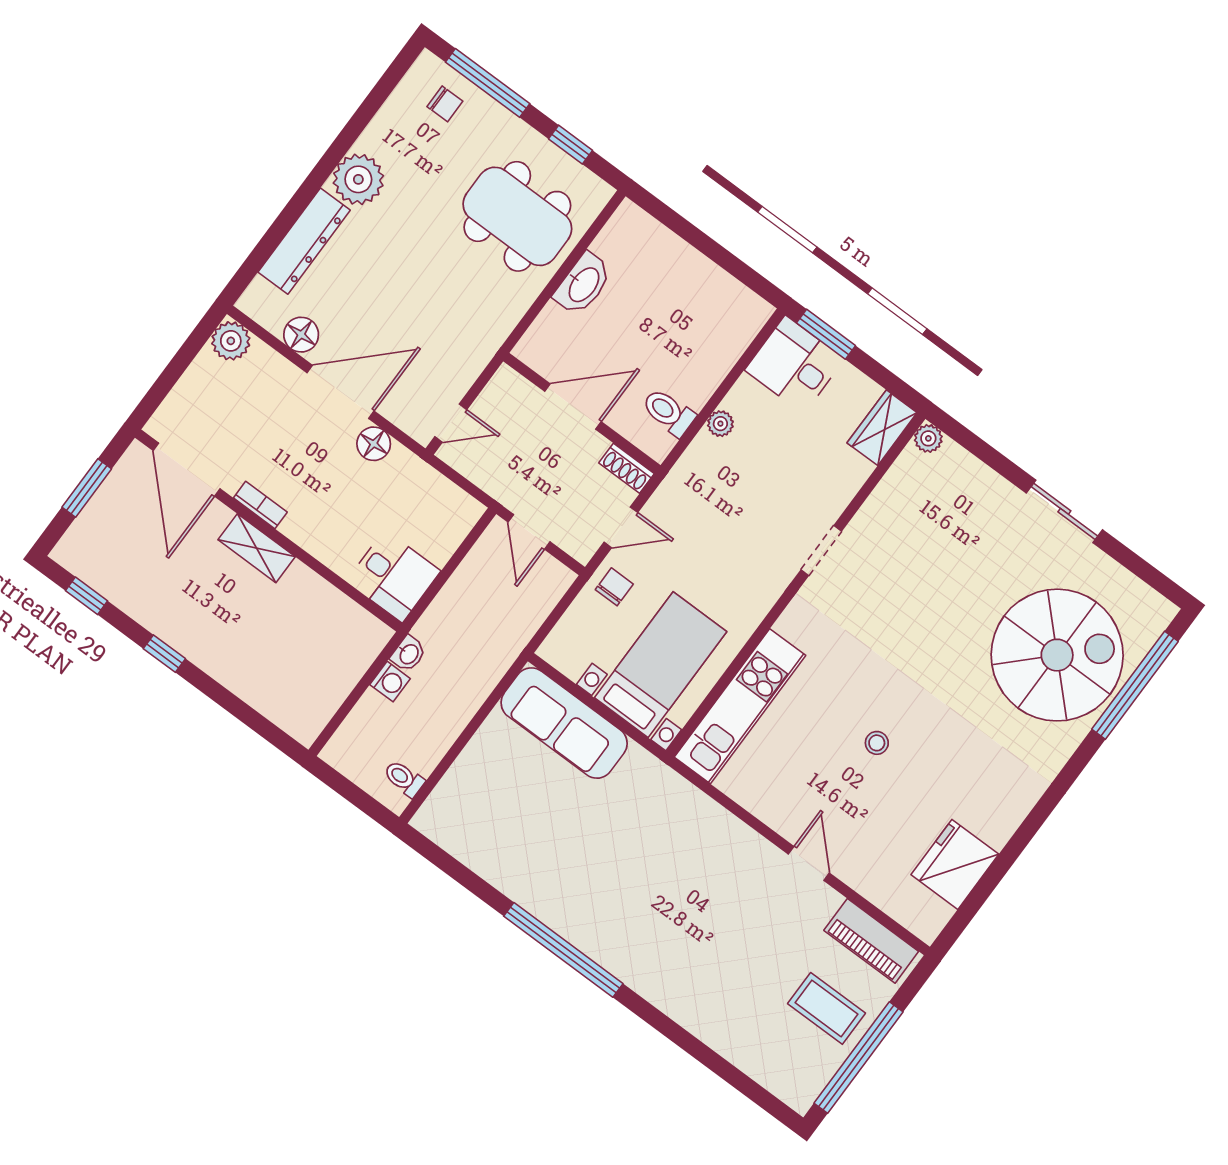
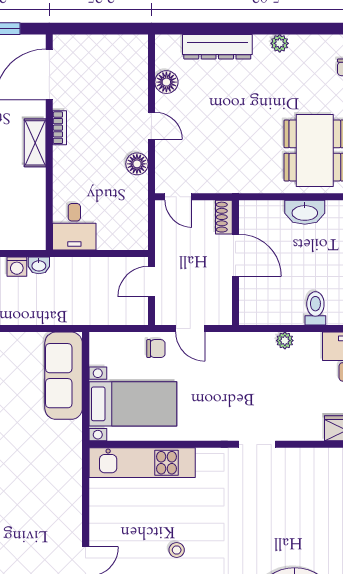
plant: (358, 179) -> (280, 43), width x0.53, depth x0.53
plant: (231, 341) -> (135, 47), removed
door: (341, 392) -> (151, 126), width x0.53
toilet: (668, 412) -> (315, 308), moved
shoe rack: (626, 468) -> (224, 217), moved

